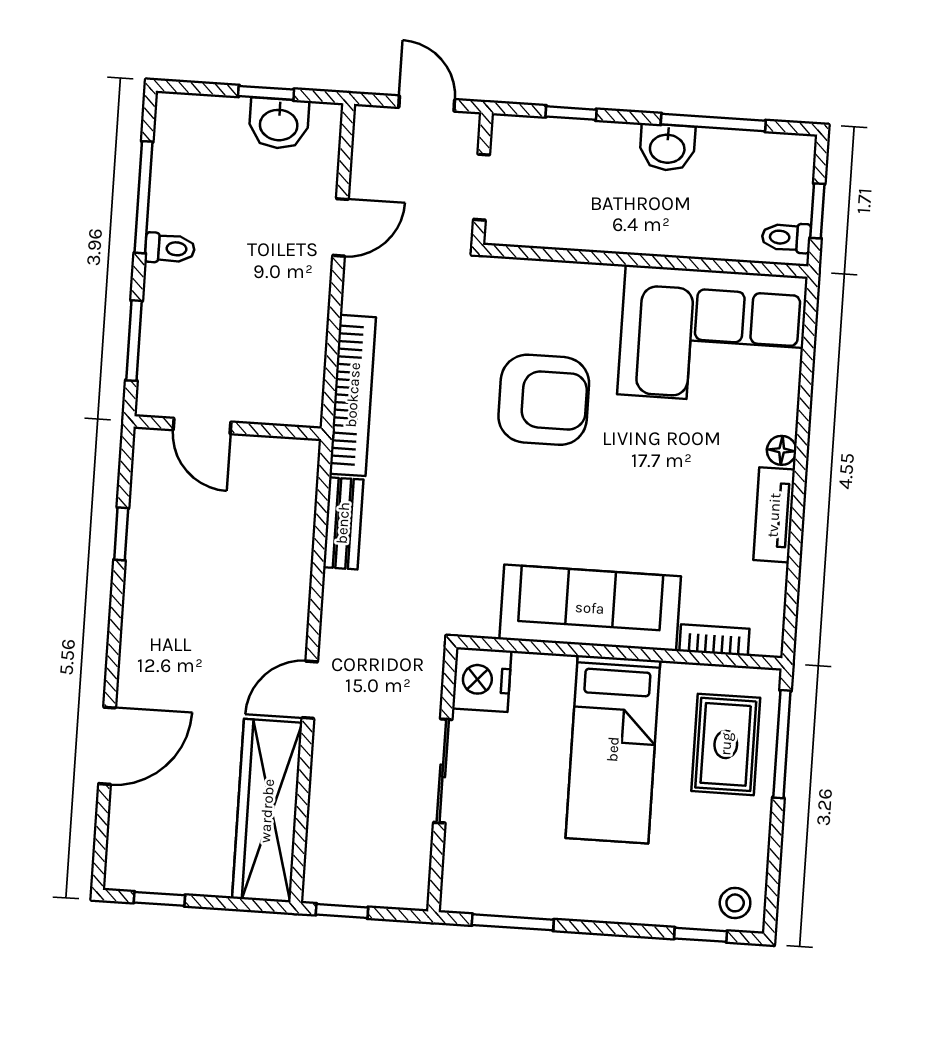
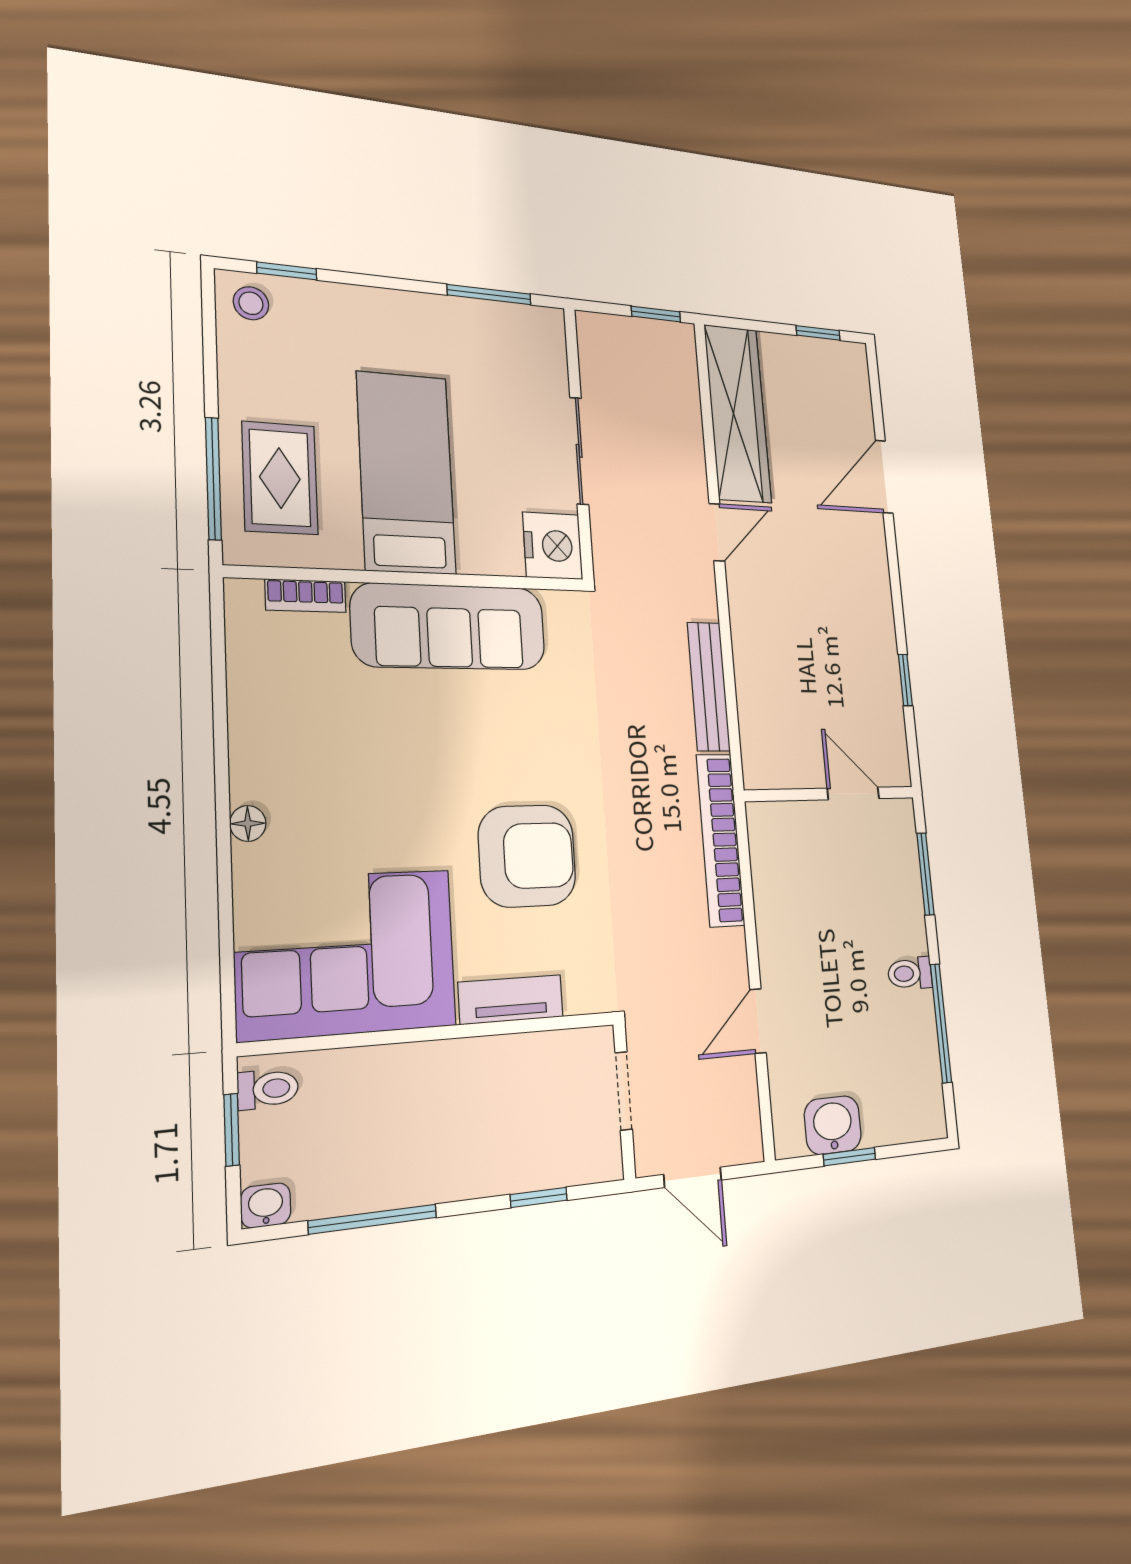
washbasin: (667, 147) -> (266, 1205), moved, width x0.72, depth x0.69
armchair: (544, 400) -> (527, 856), turned 180
tv unit: (774, 515) -> (511, 1000), moved, turned -90
bench: (343, 523) -> (709, 687), width x1.36

